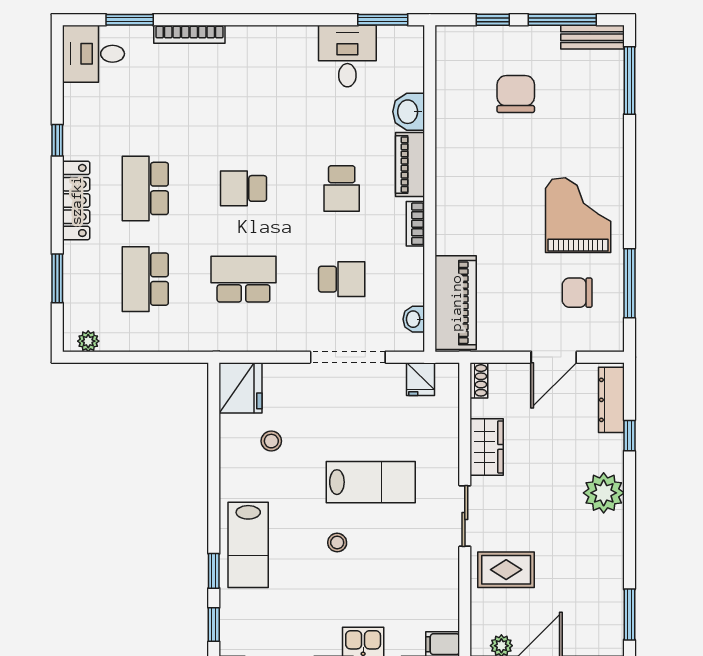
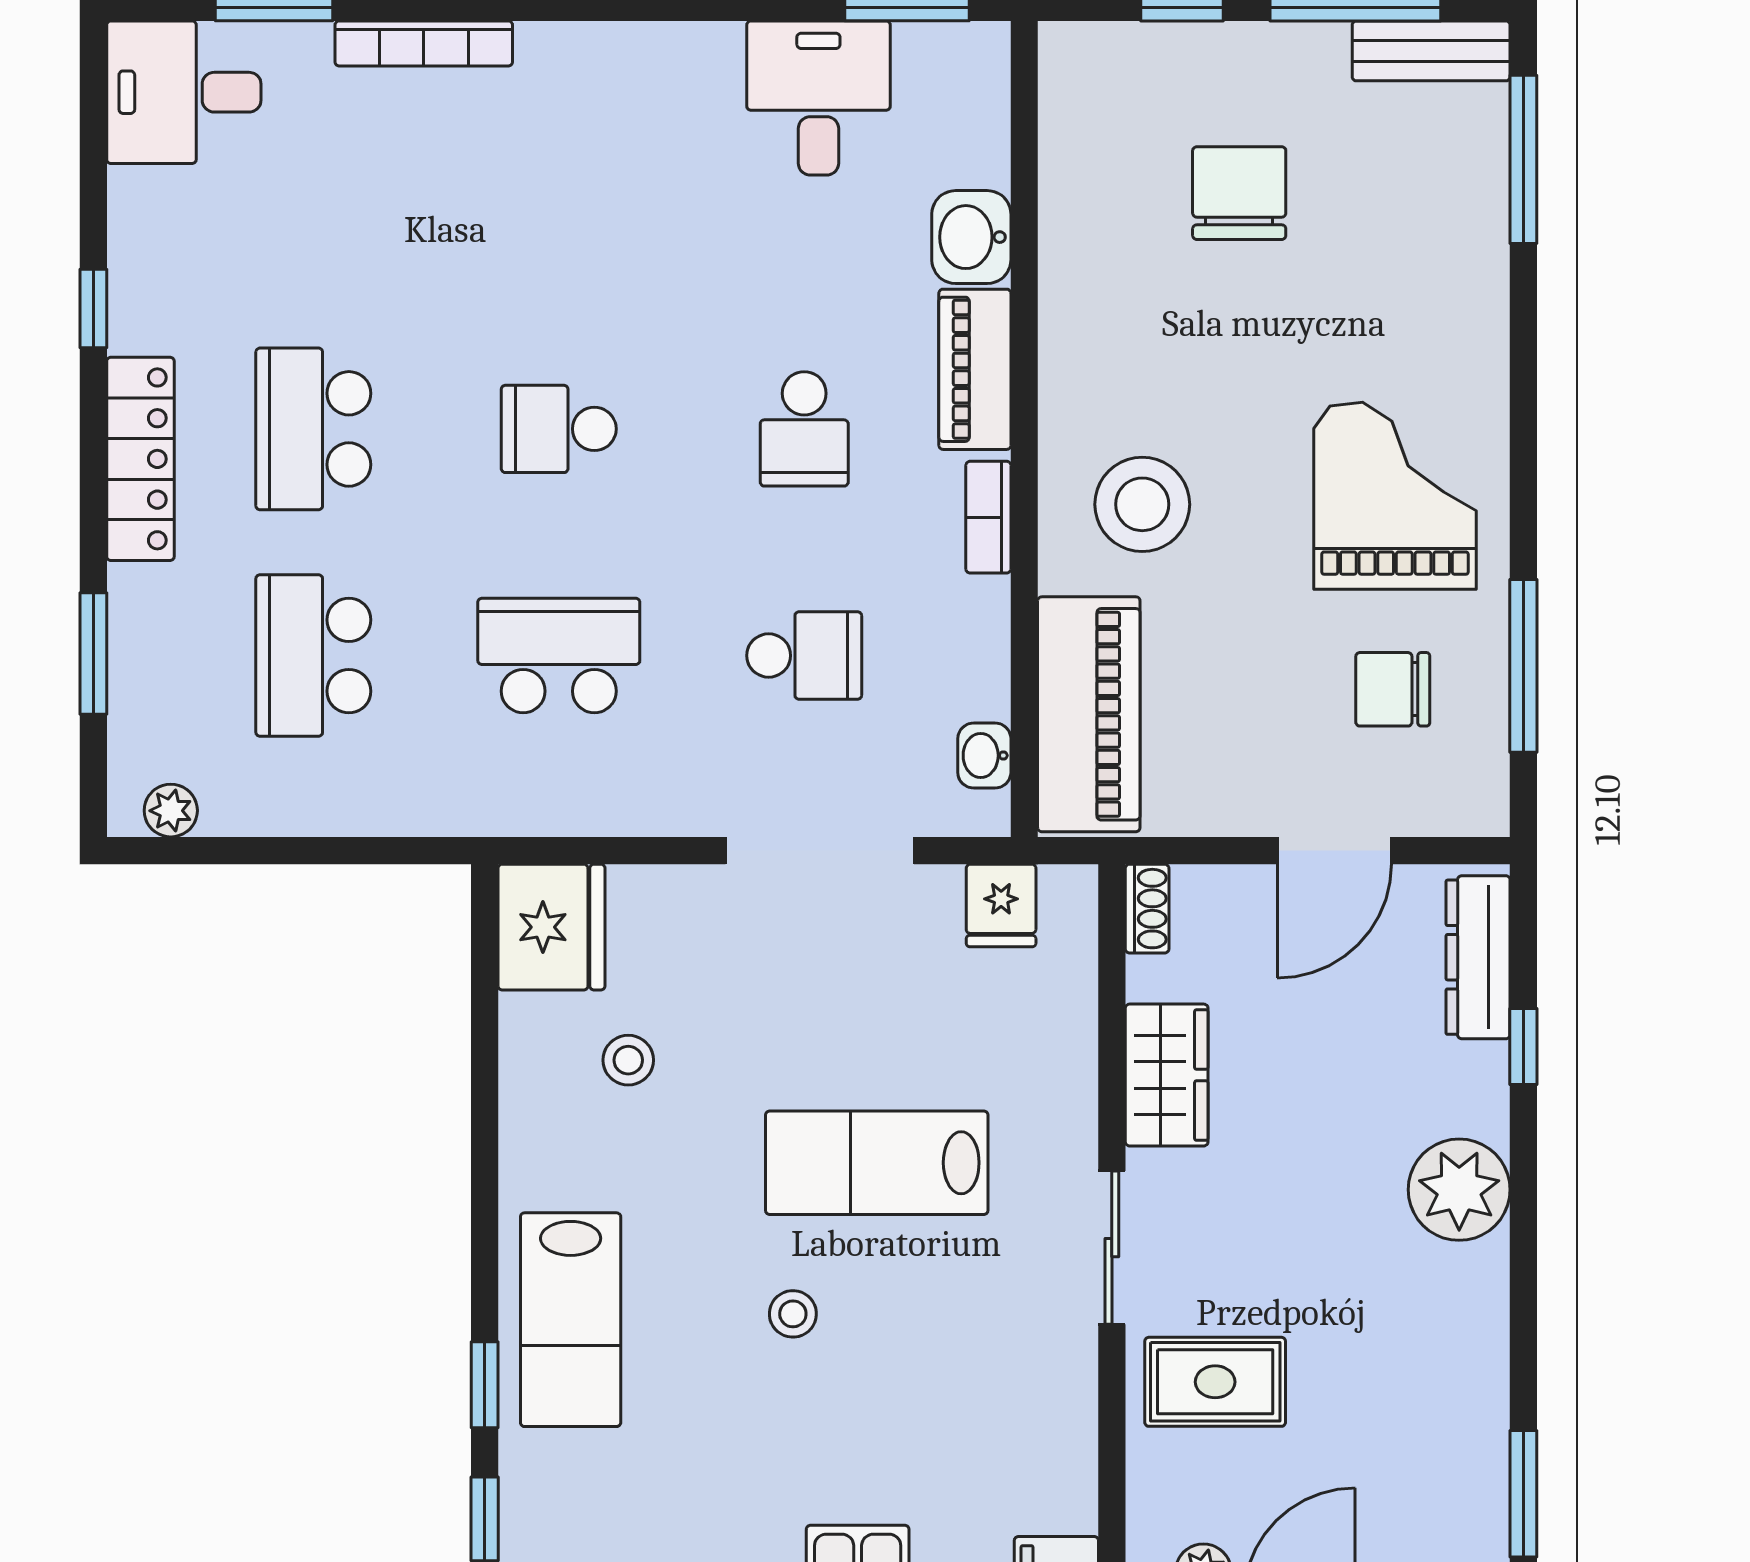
stool: (477, 219) -> (1142, 504), added
lab bench: (371, 482) -> (877, 1163), turned 180

